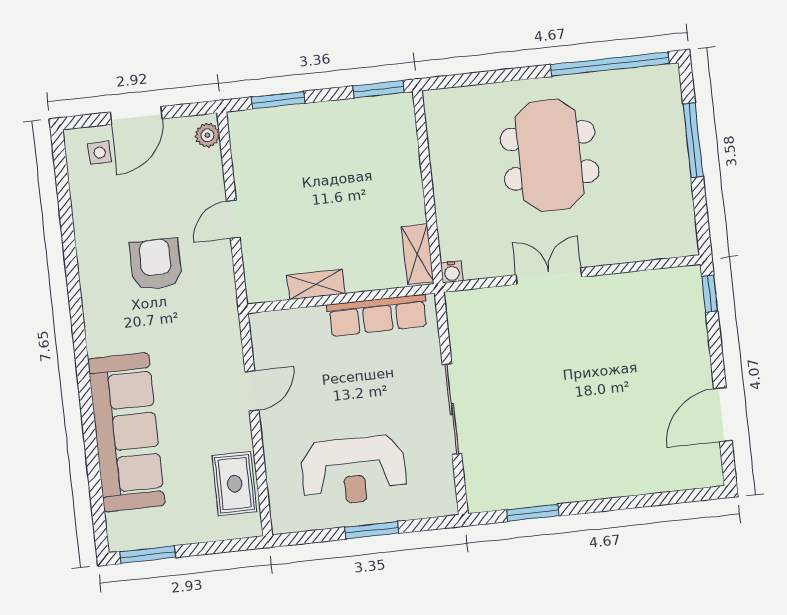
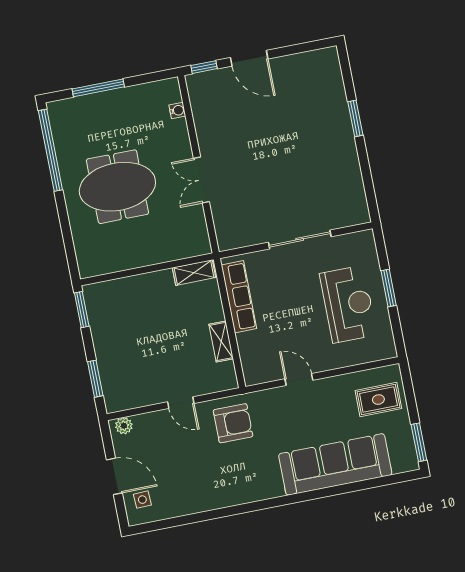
armchair: (156, 264) -> (233, 423), moved, turned 180
water cooler: (452, 272) -> (177, 110), moved
door: (723, 415) -> (249, 58), moved
rug: (235, 484) -> (378, 400), moved
window: (533, 513) -> (355, 118), moved

